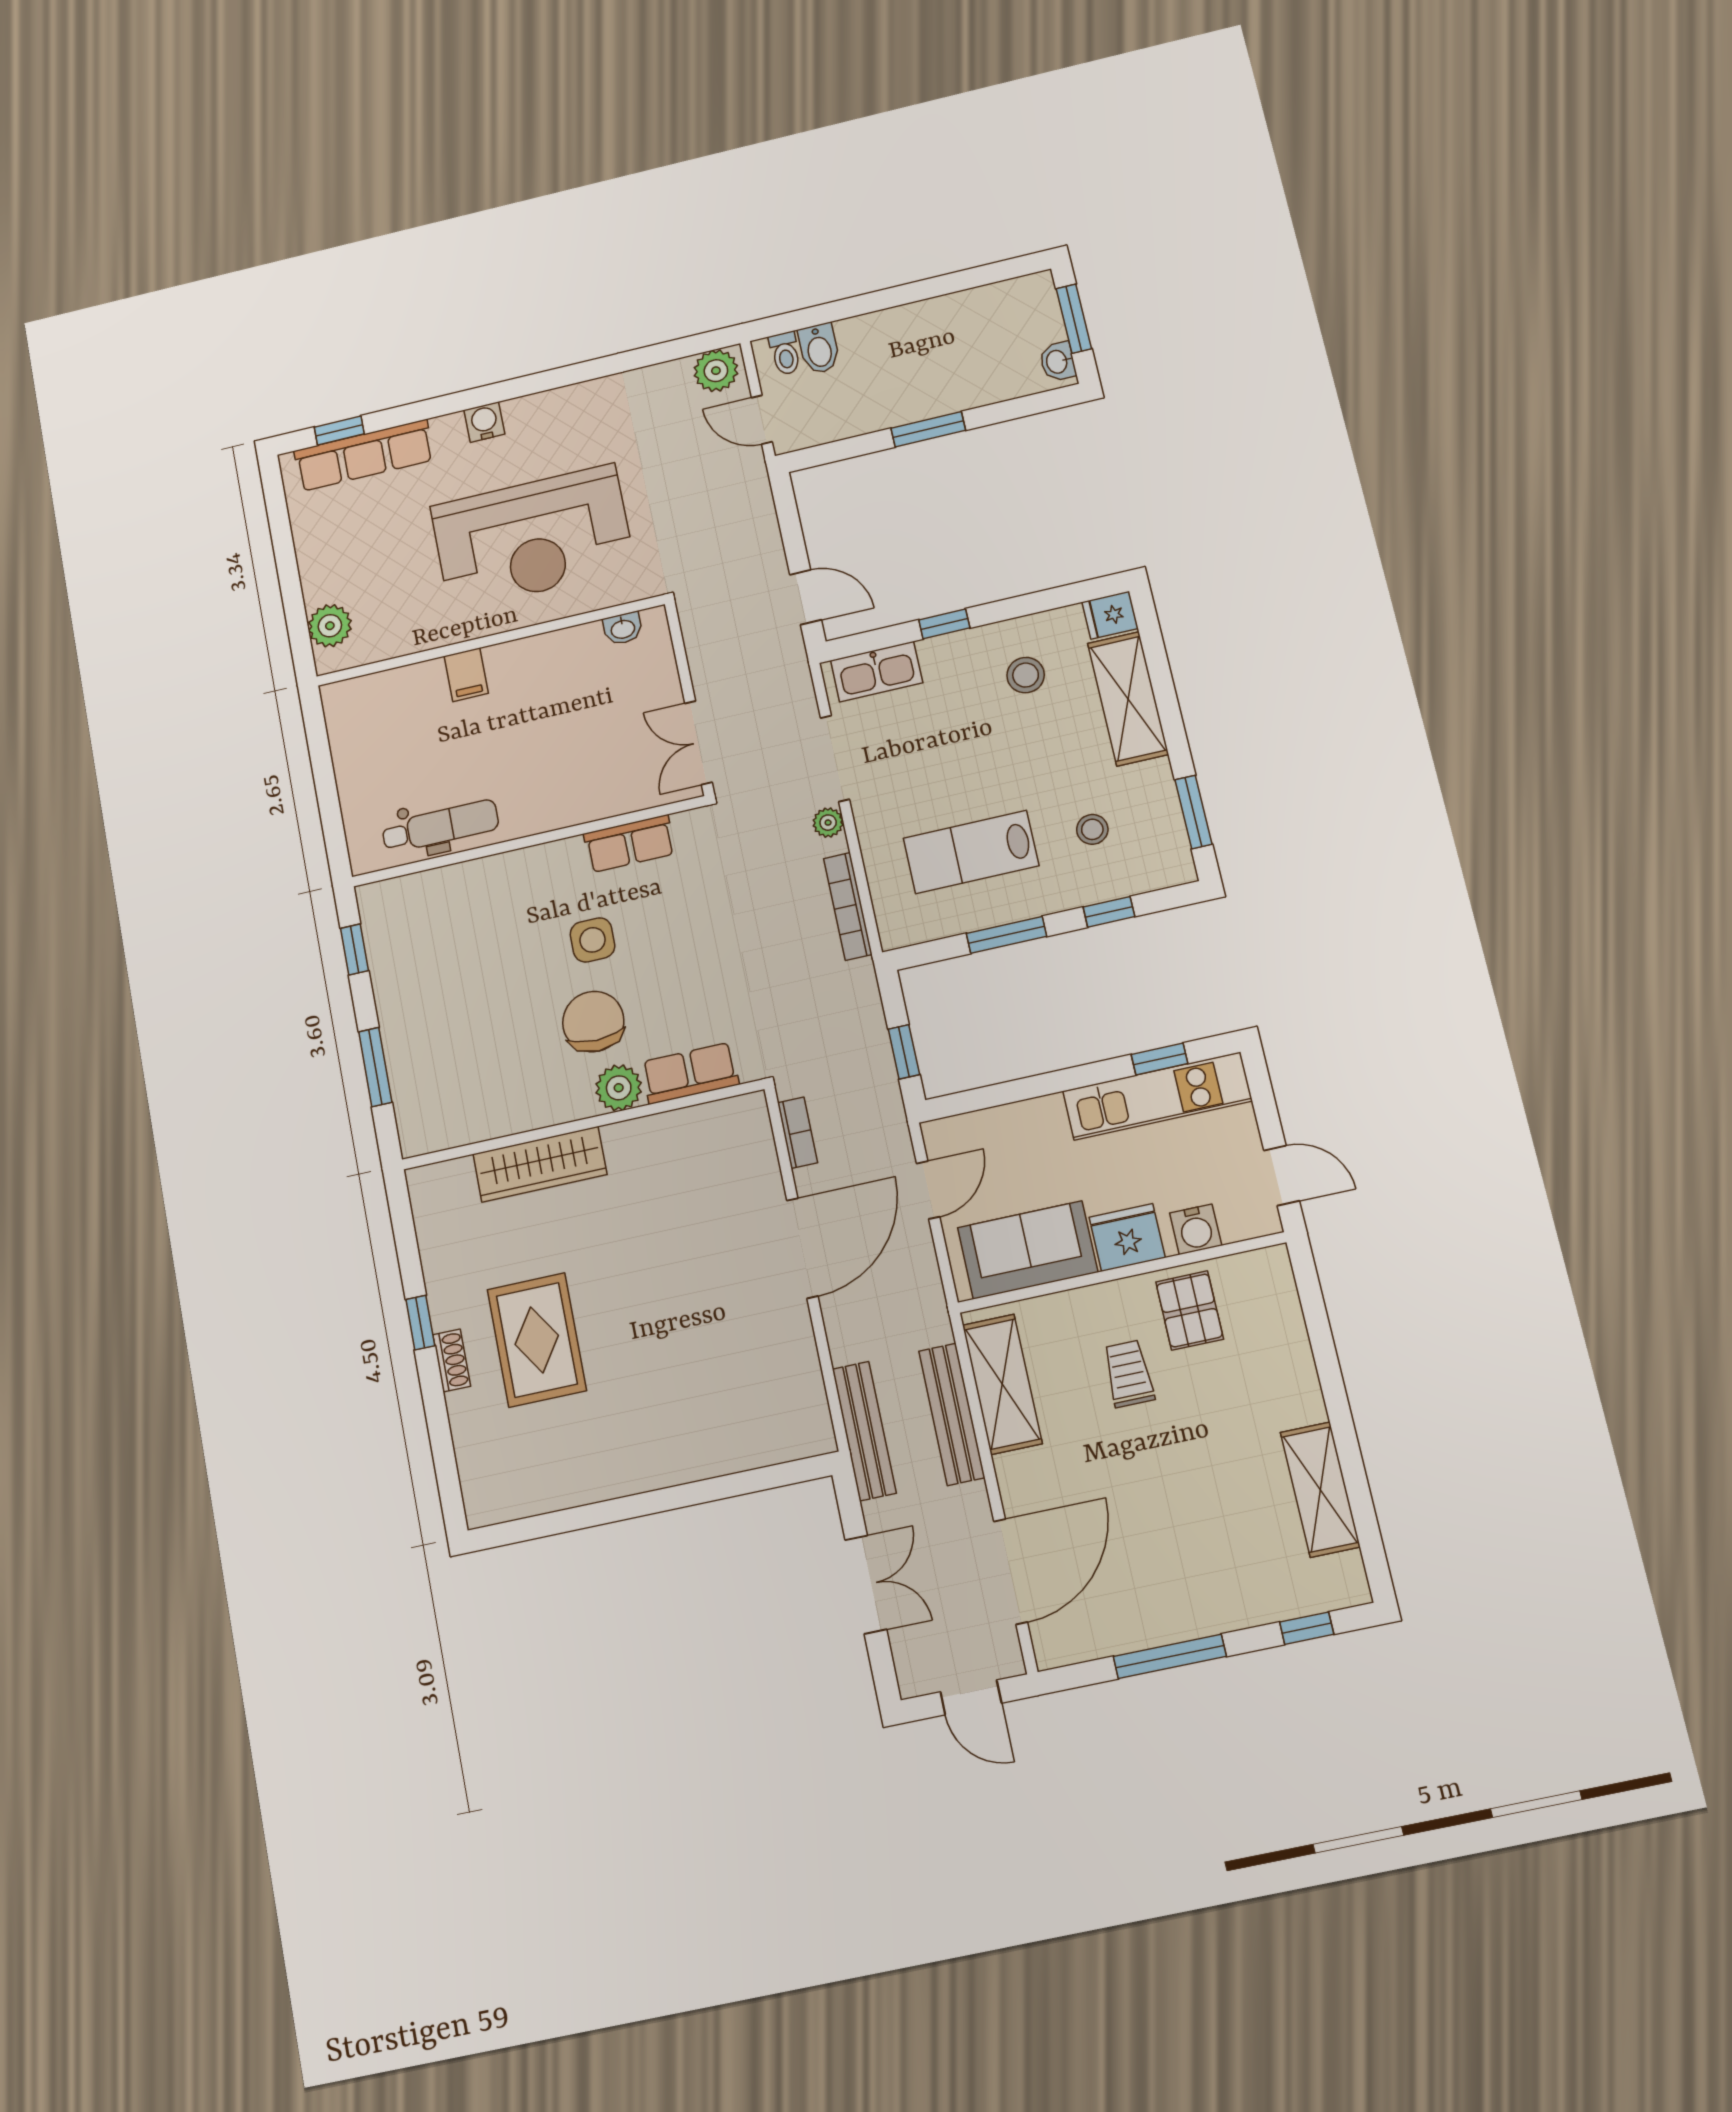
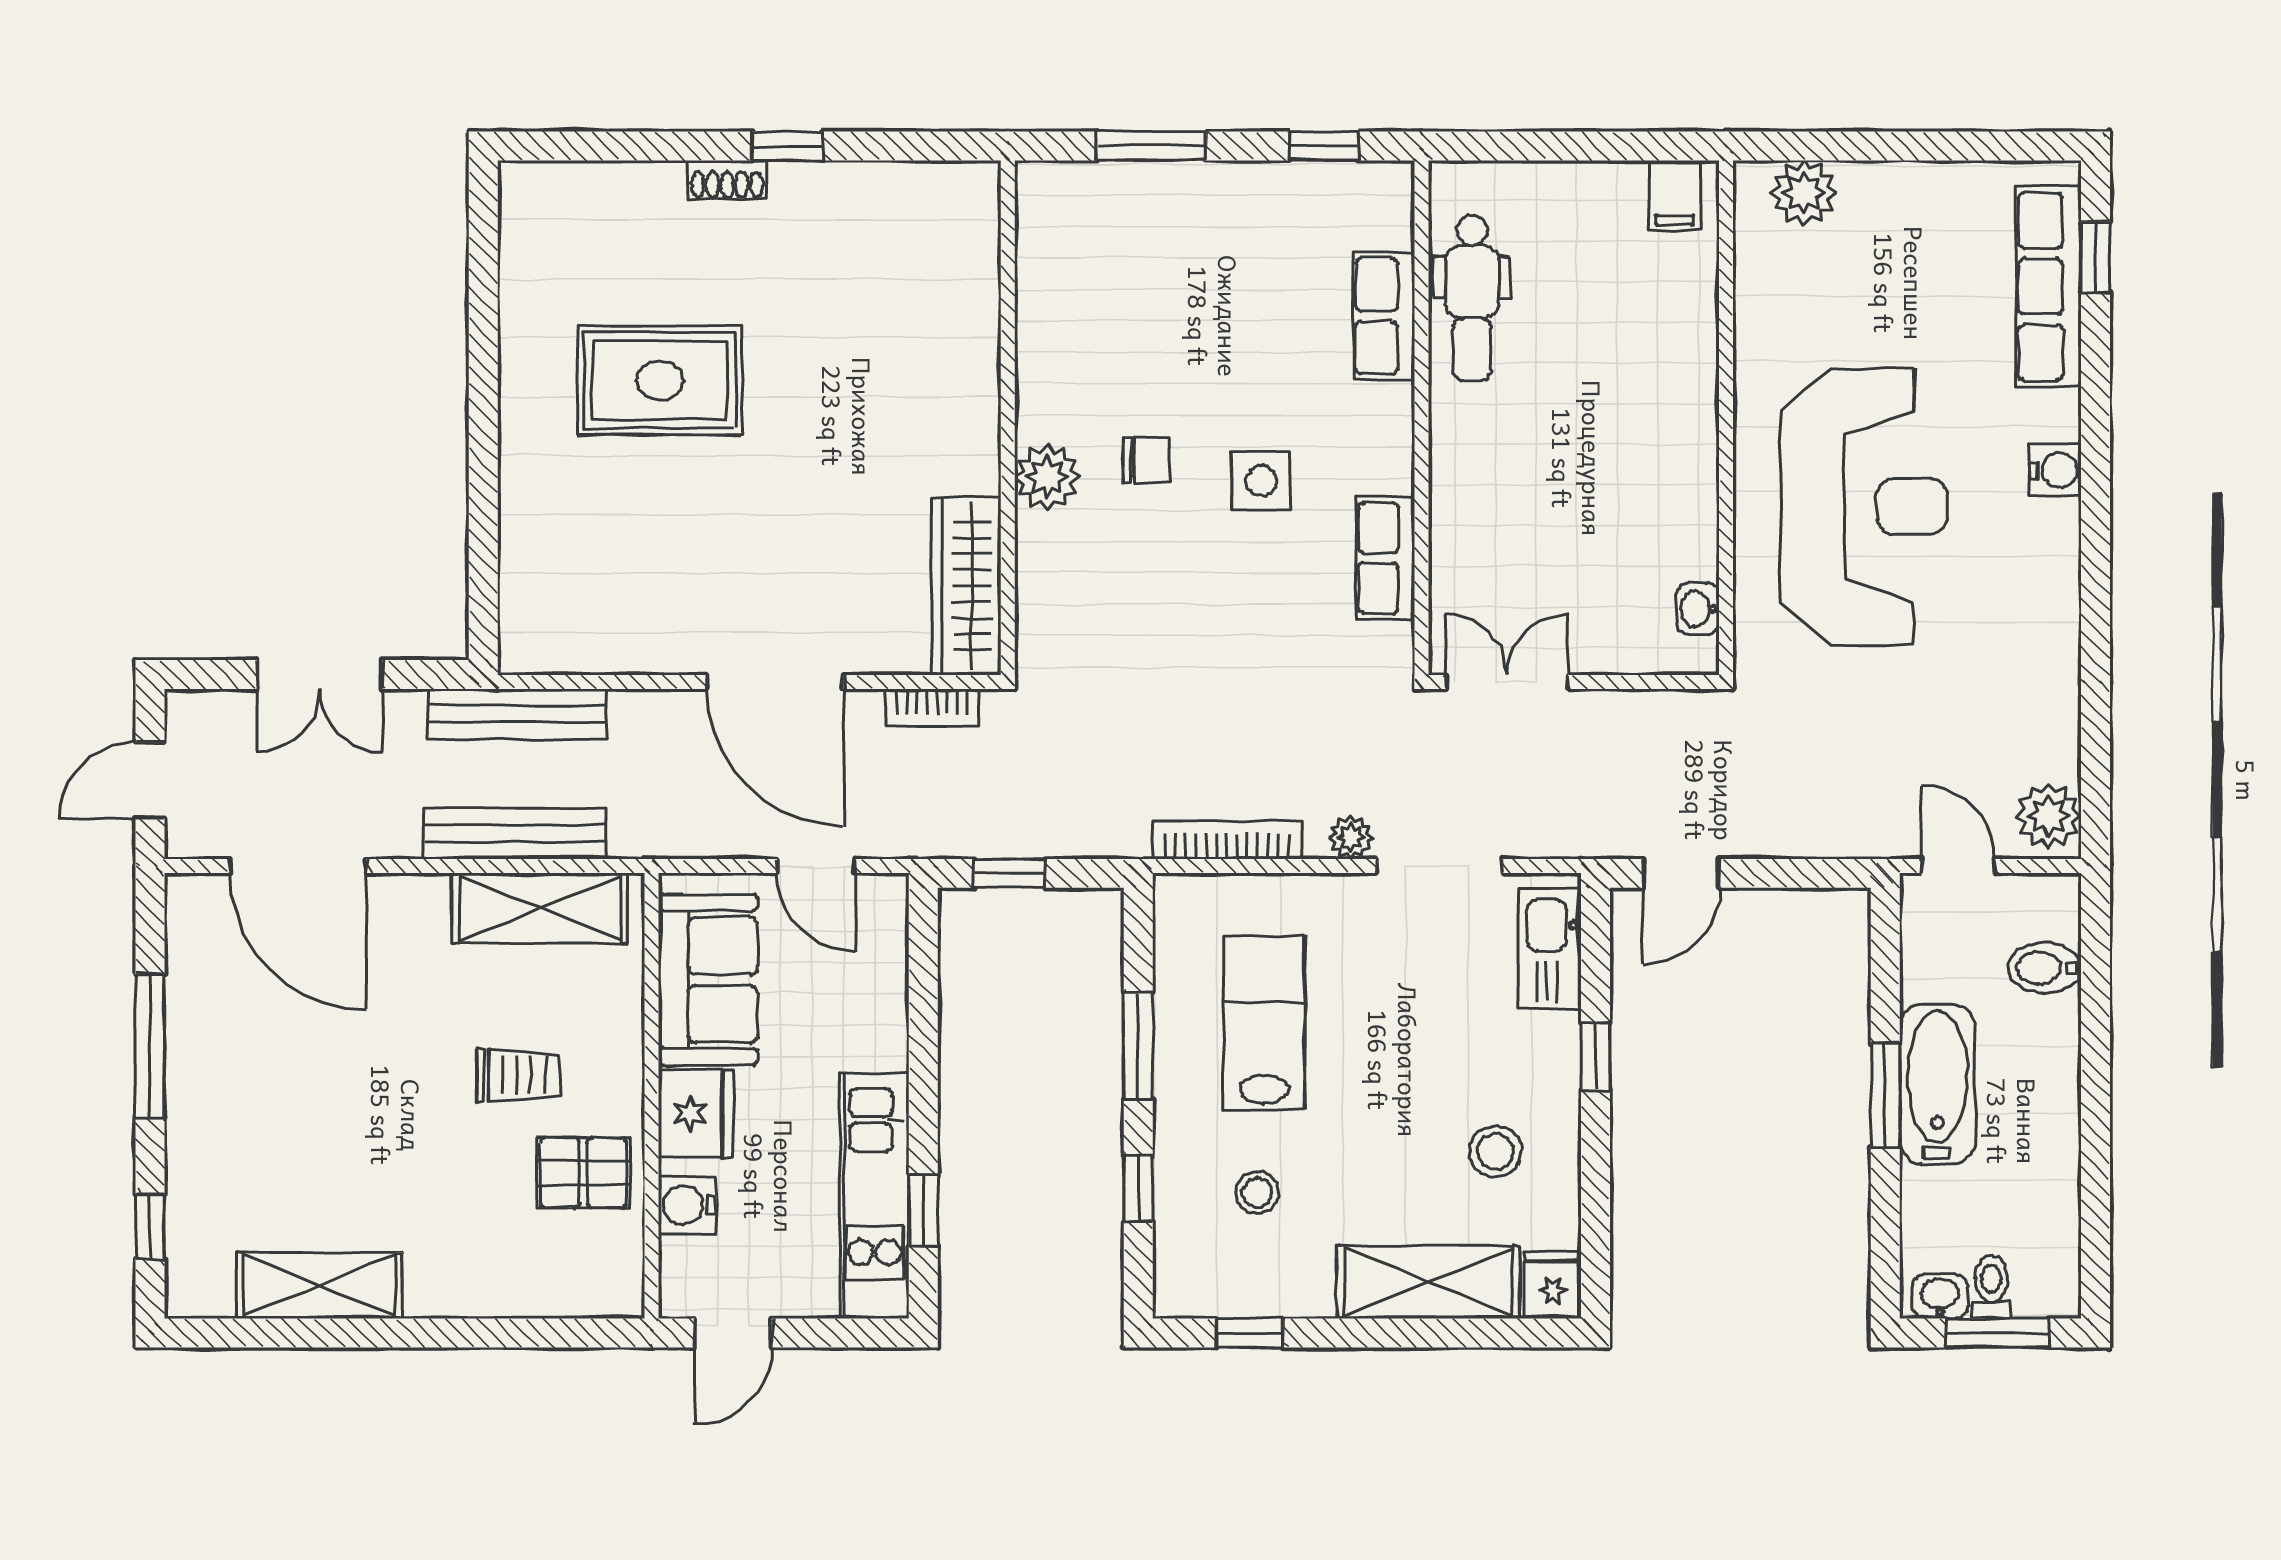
toilet: (785, 353) -> (1991, 1287), moved, turned 90
bathtub: (913, 398) -> (1937, 1084), added
door: (762, 420) -> (1958, 866), hinge flipped
reception desk: (532, 537) -> (1864, 507), turned 180
filing cabinet: (466, 675) -> (1674, 196), moved, turned -90
window: (1193, 812) -> (1250, 1333), width x0.67
chair: (593, 1022) -> (1147, 460), width x0.54, depth x0.54
row of seats: (690, 1073) -> (1384, 316), moved, turned 180
wardrobe: (540, 1164) -> (966, 586), moved
rug: (537, 1340) -> (660, 380), moved

